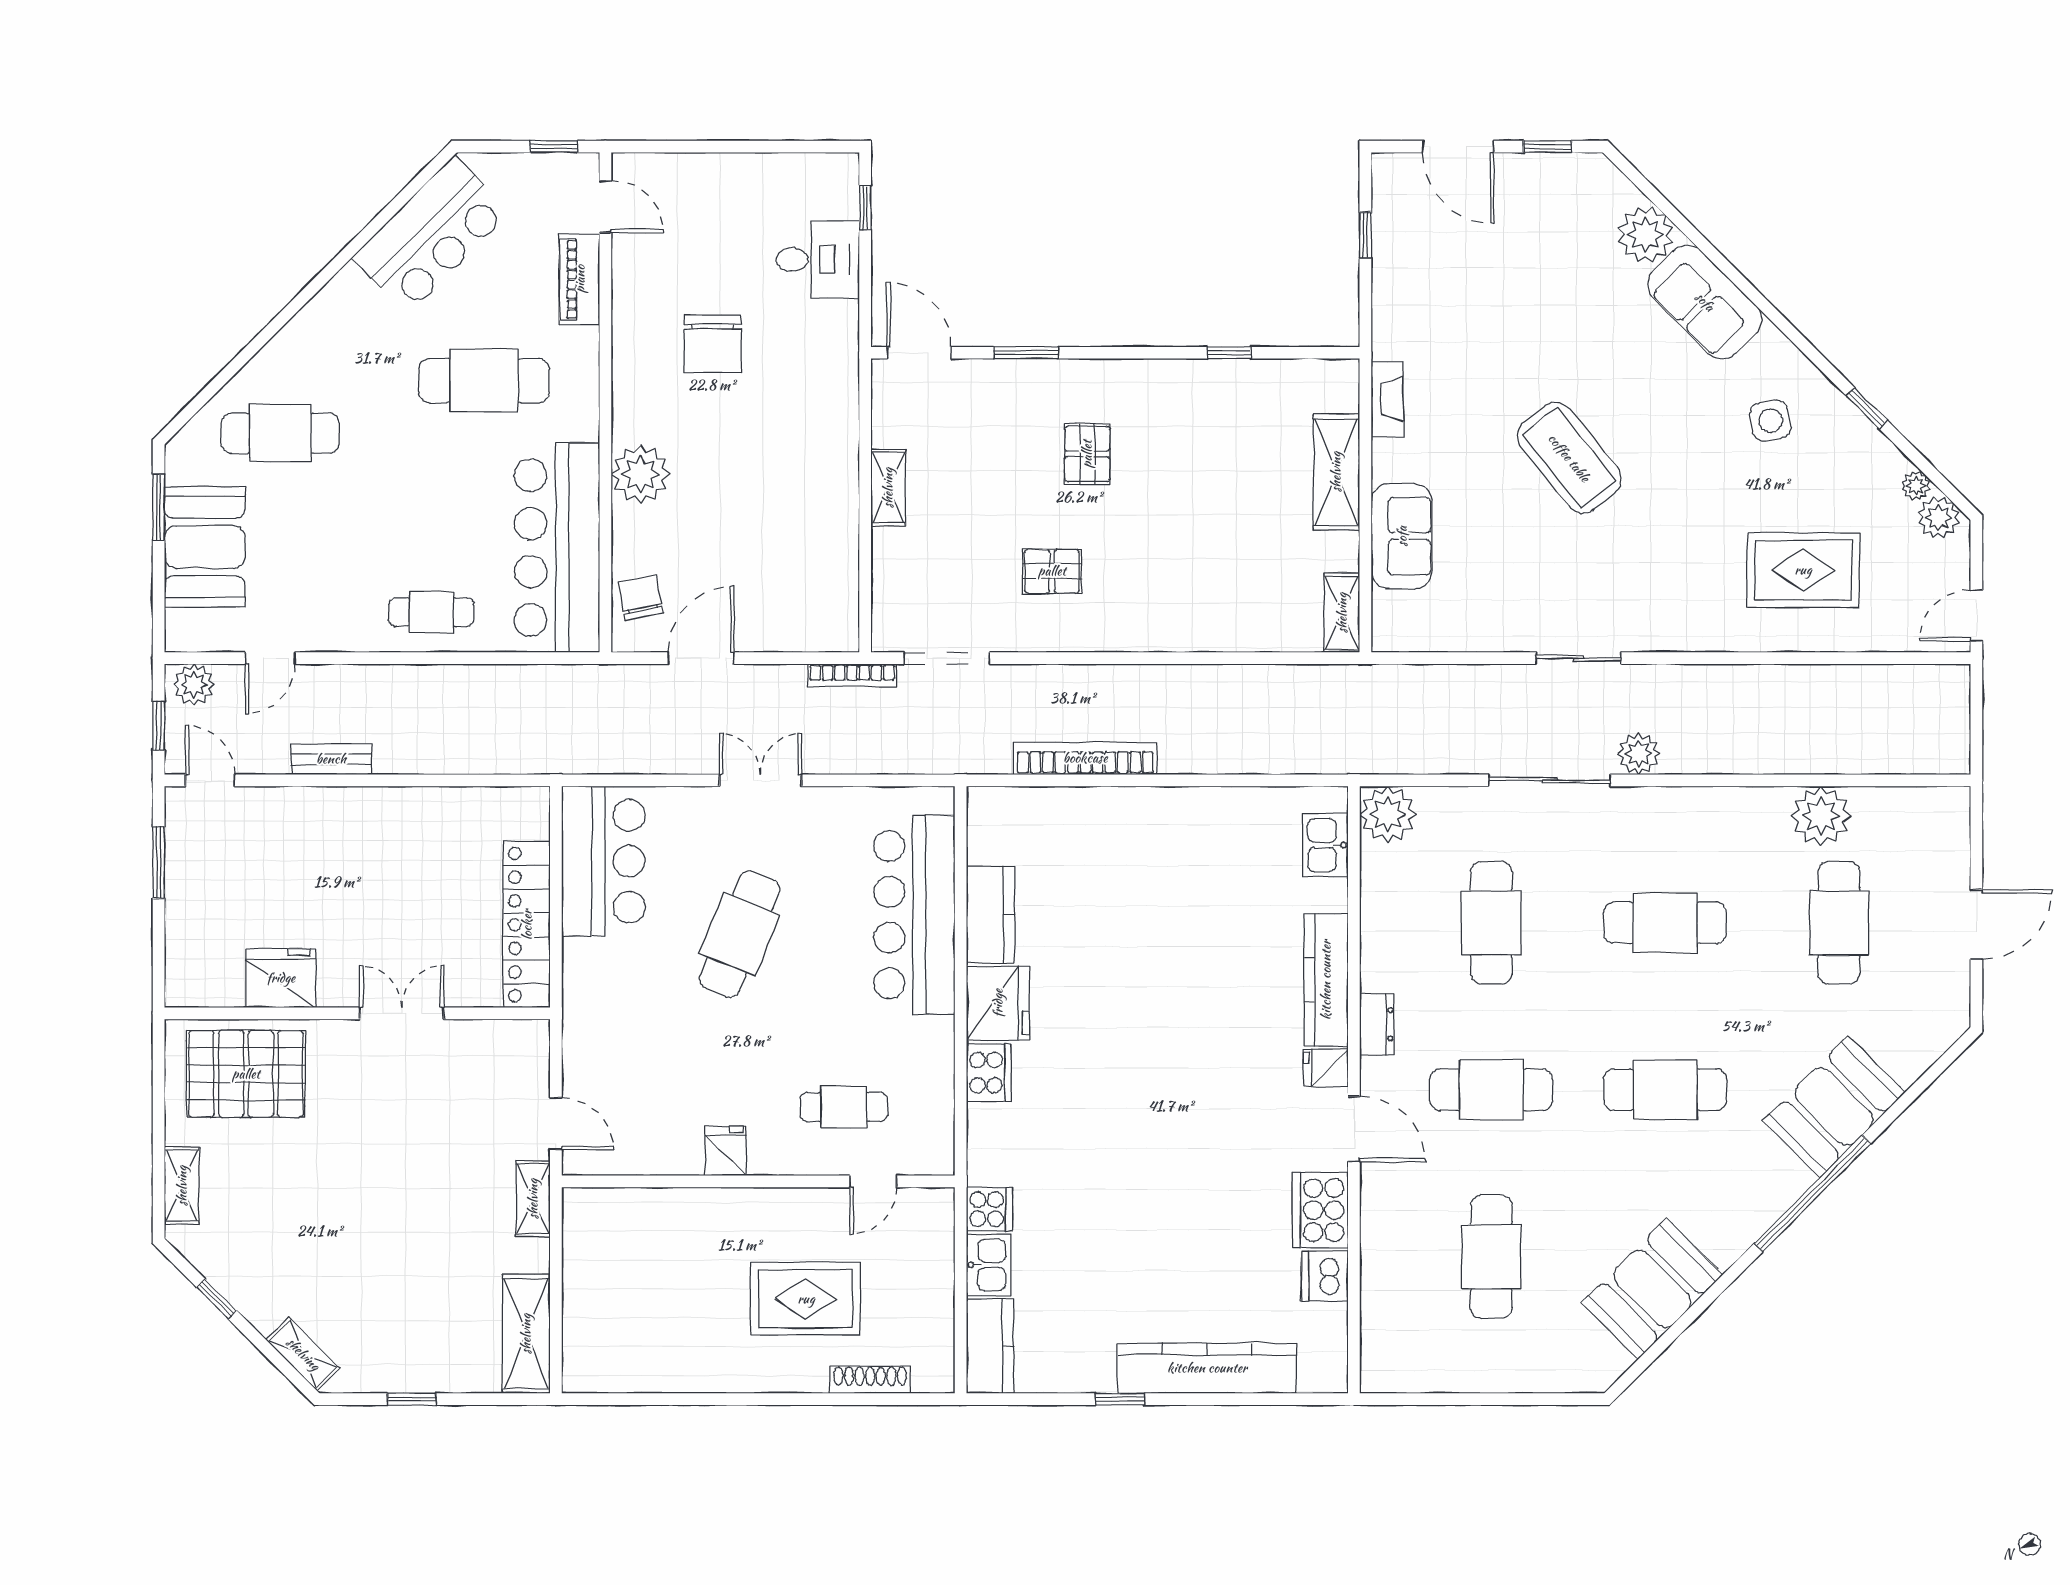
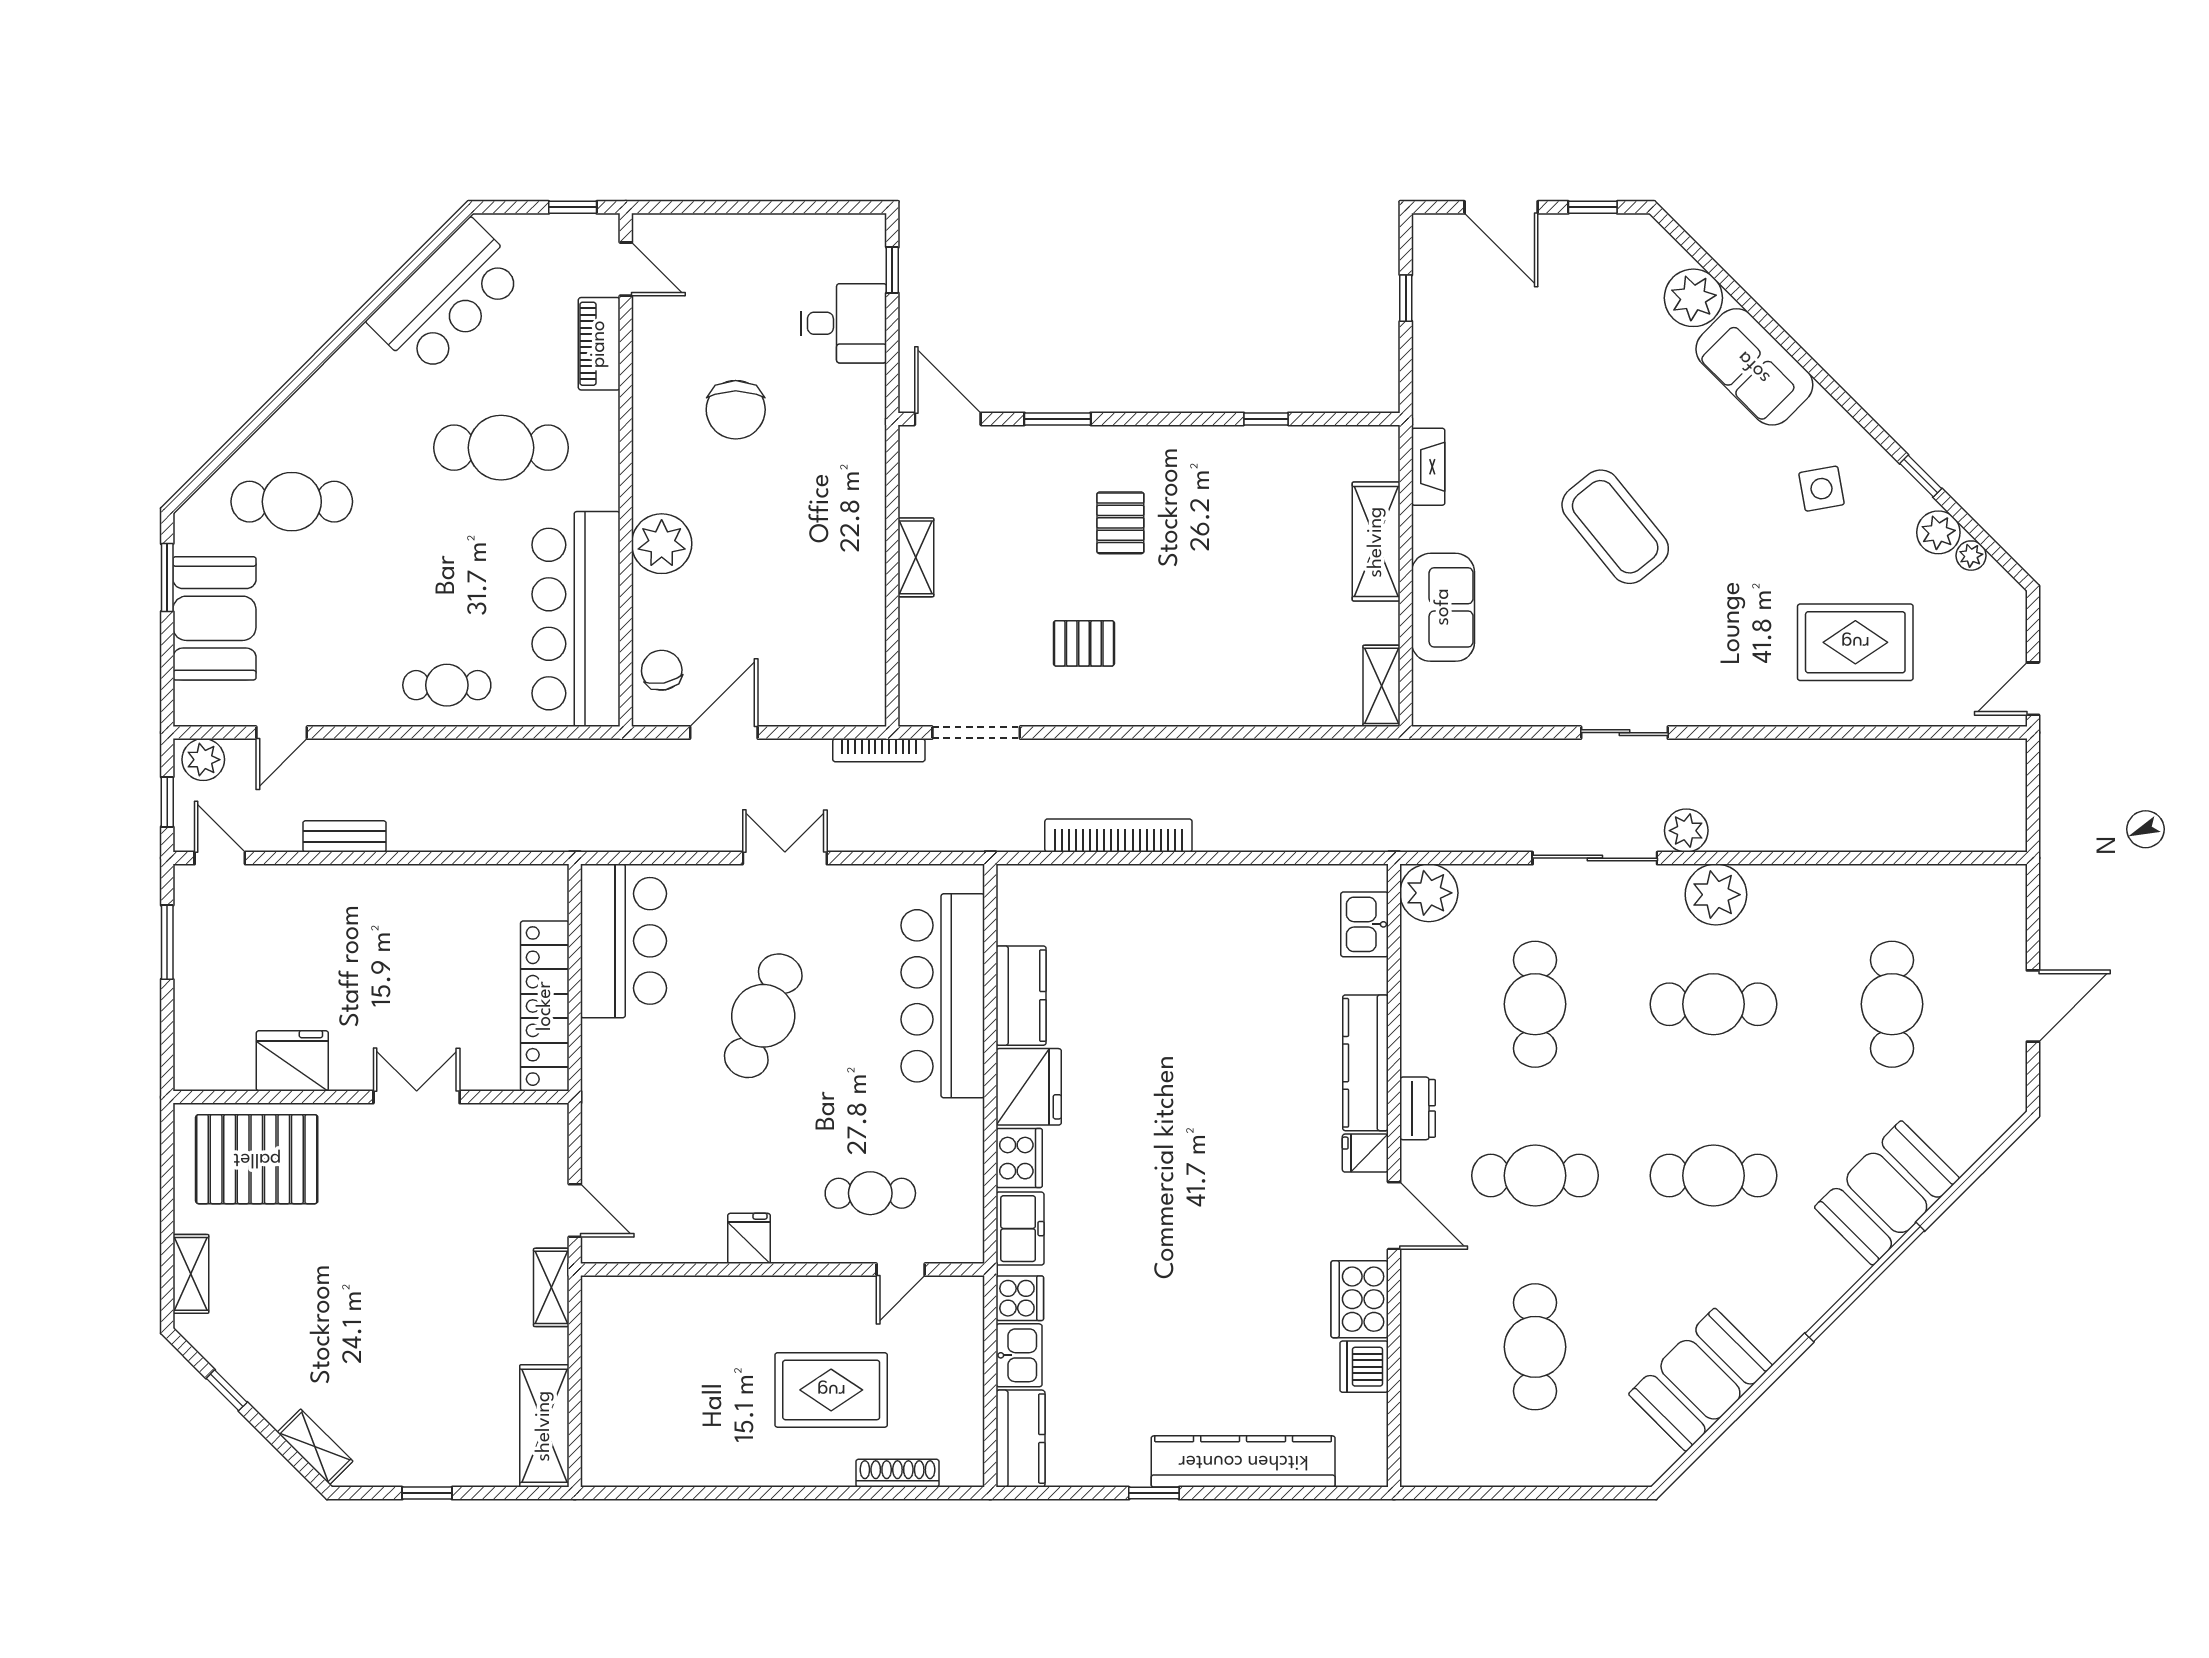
plant: (1939, 518) -> (1938, 532), moved
plant: (1821, 816) -> (1716, 895), moved
freezer: (990, 1141) -> (1020, 1229), added

